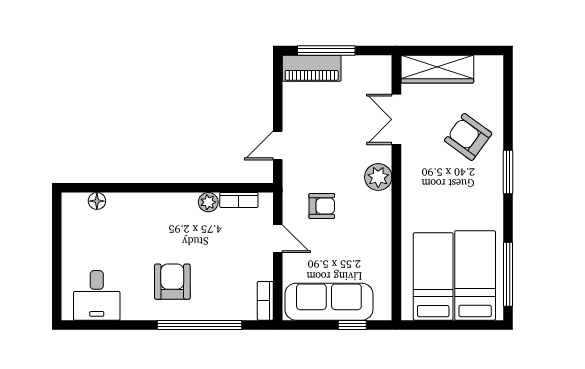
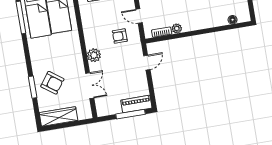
wardrobe: (437, 69) -> (59, 117), moved
window: (508, 172) -> (33, 87), moved

